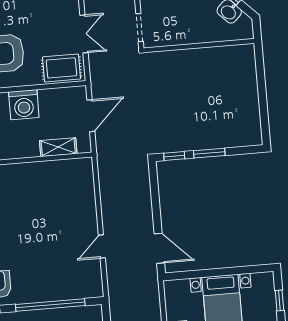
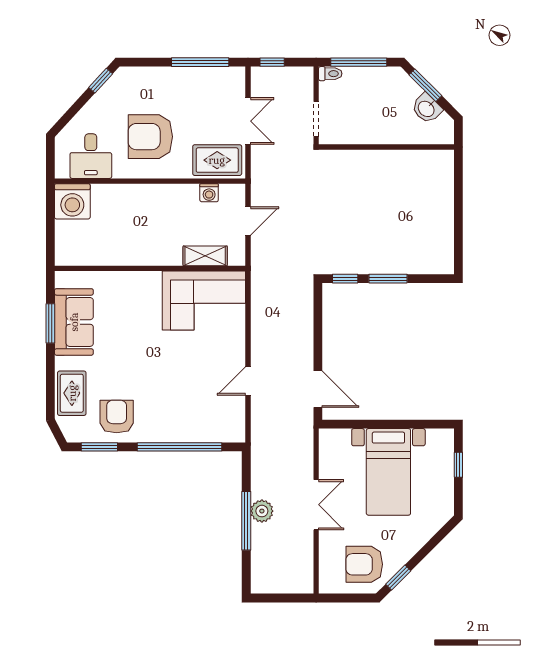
washing machine: (24, 105) -> (209, 193), moved, width x0.53, depth x0.53
door: (91, 116) -> (248, 221), width x0.73
corner sofa: (60, 184) -> (204, 301), added

